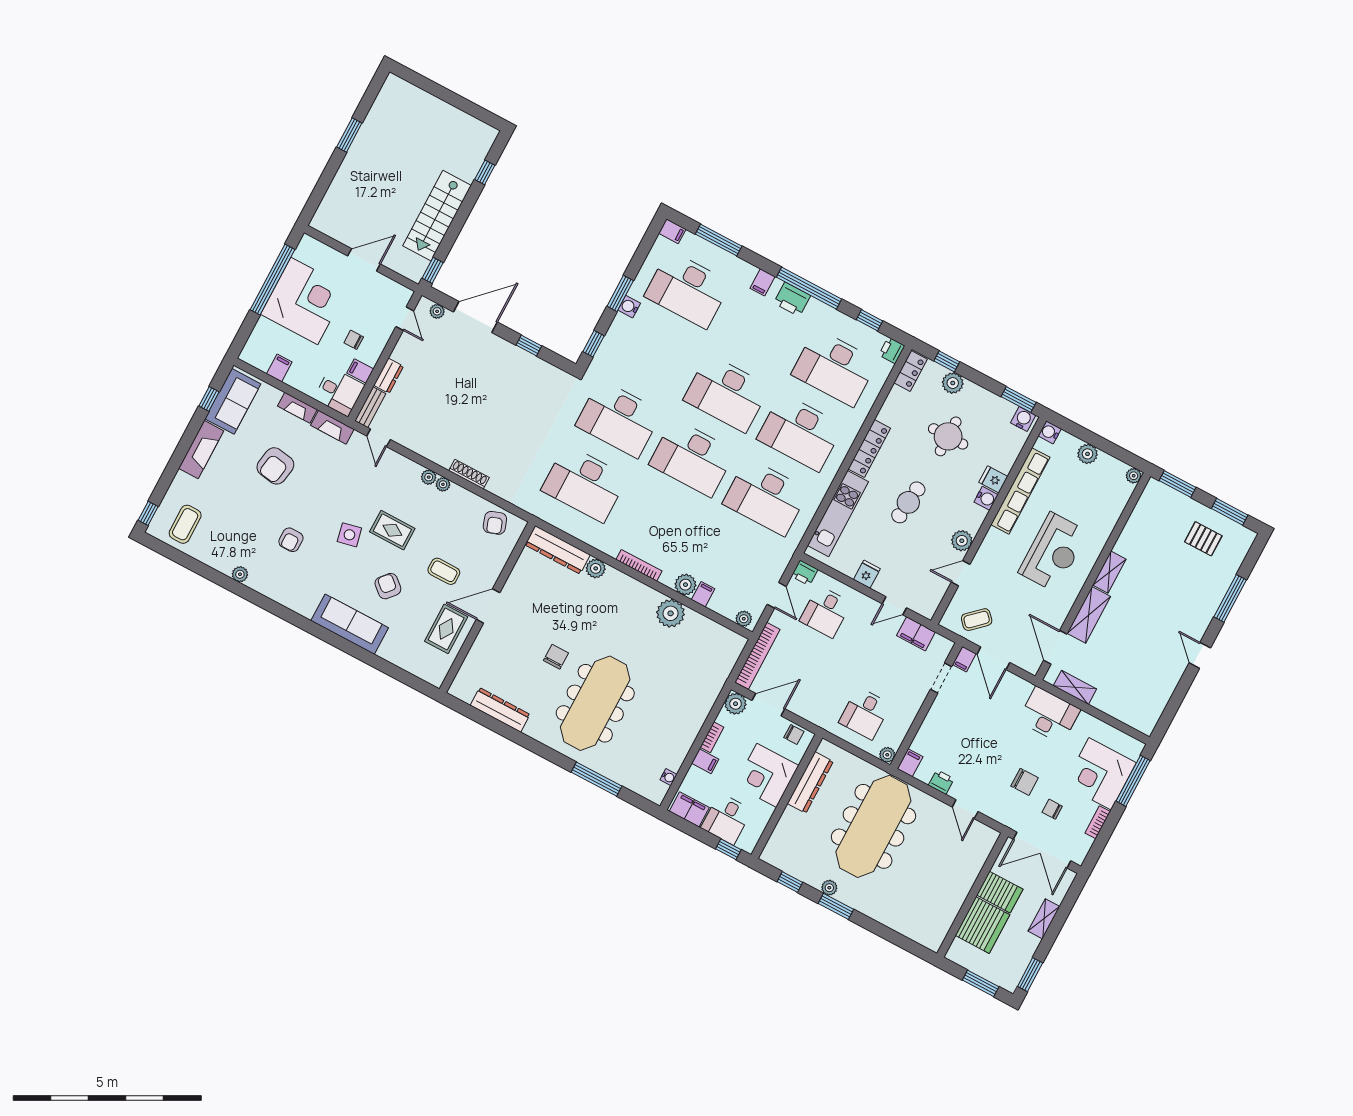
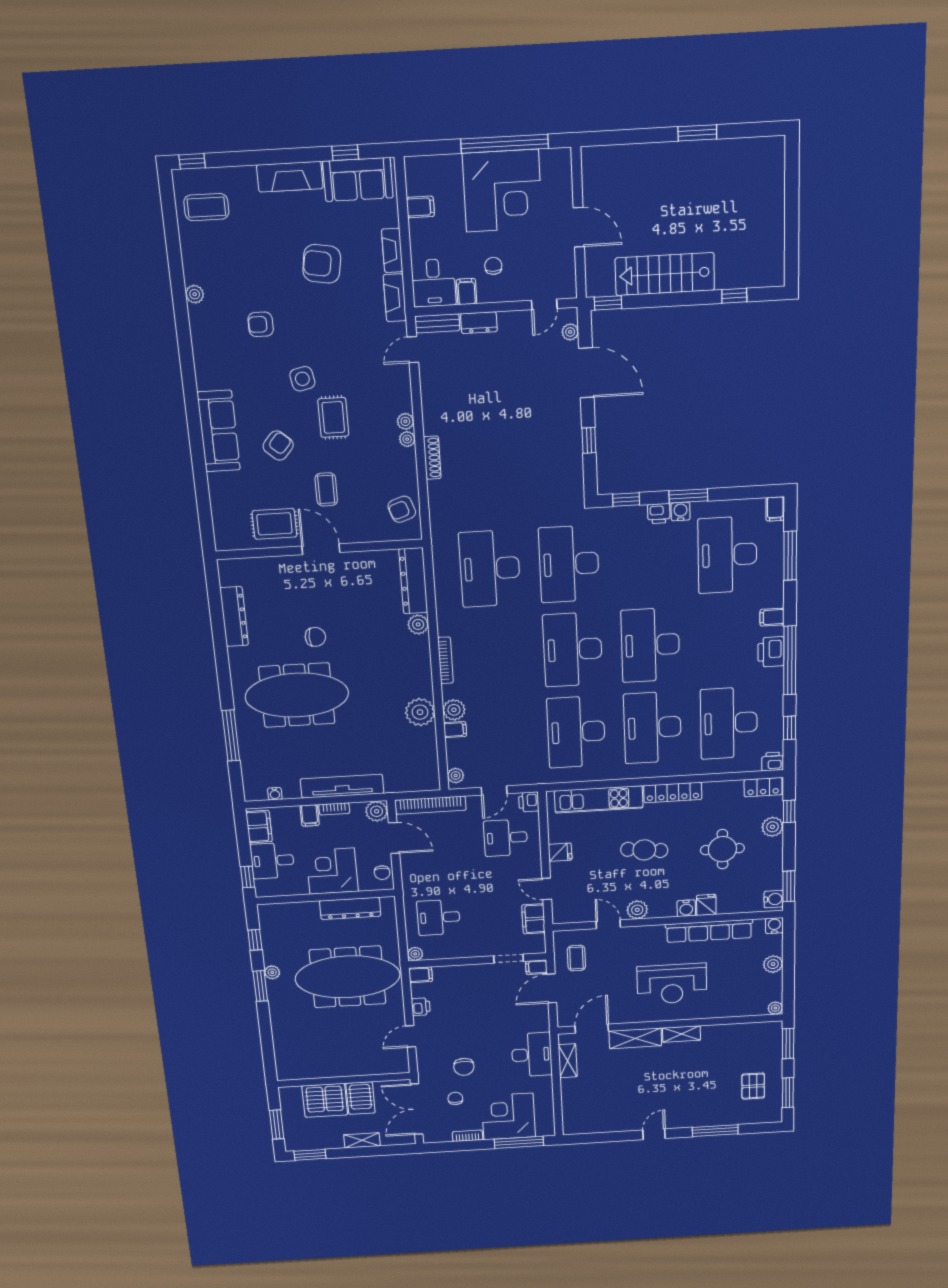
printer: (620, 325) -> (659, 513), added
coffee table: (977, 620) -> (576, 958), turned 43
tv unit: (696, 718) -> (342, 786), added

